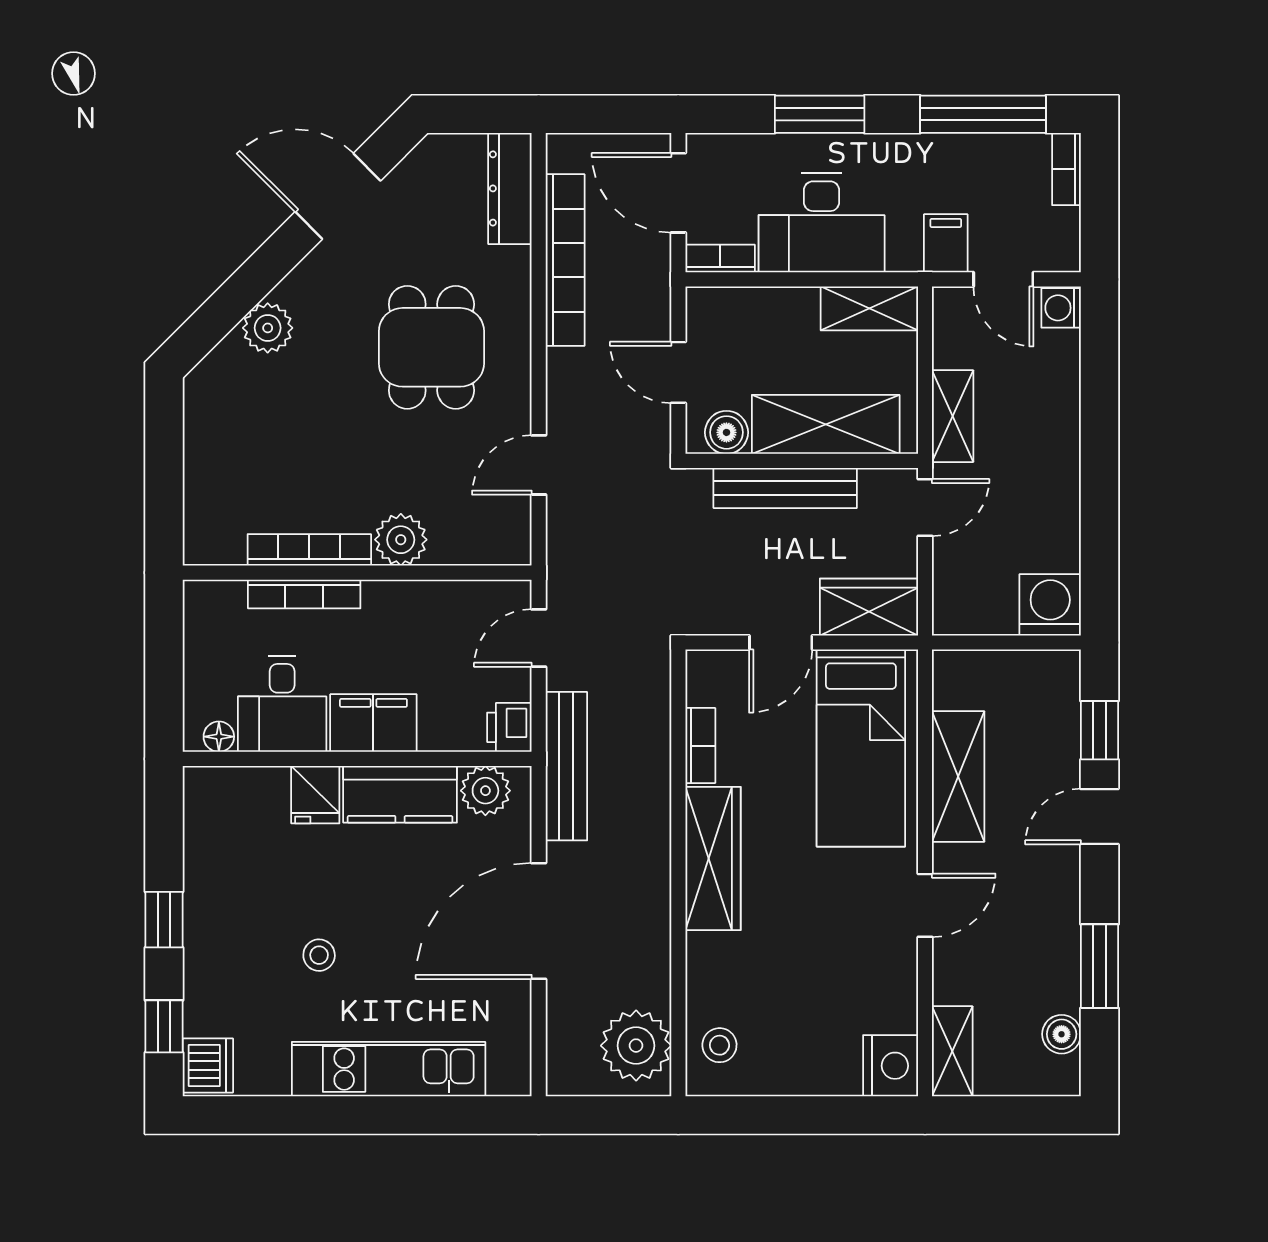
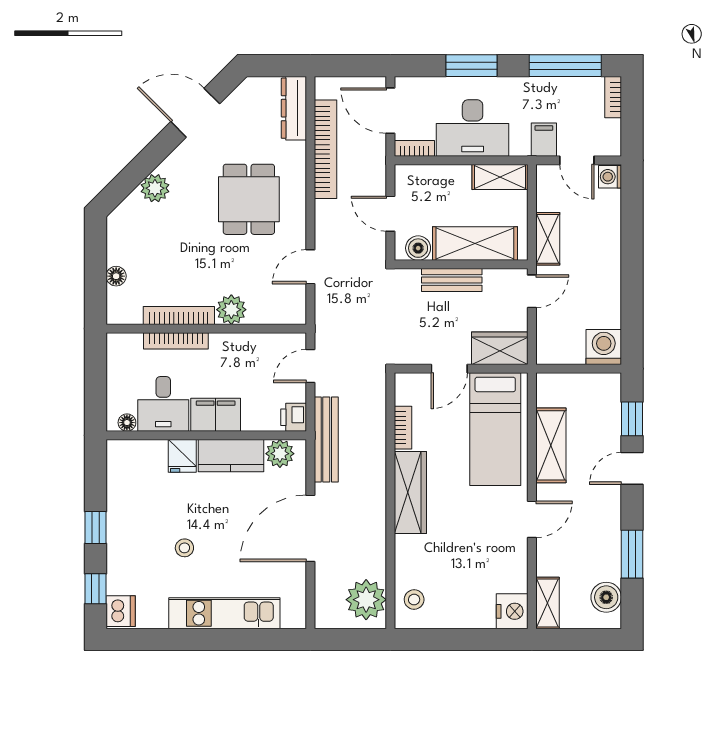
floor lamp: (200, 481) -> (116, 276), added
bench: (785, 488) -> (452, 280), width x0.73
boiler: (1062, 1034) -> (606, 597), width x1.36, depth x1.36

